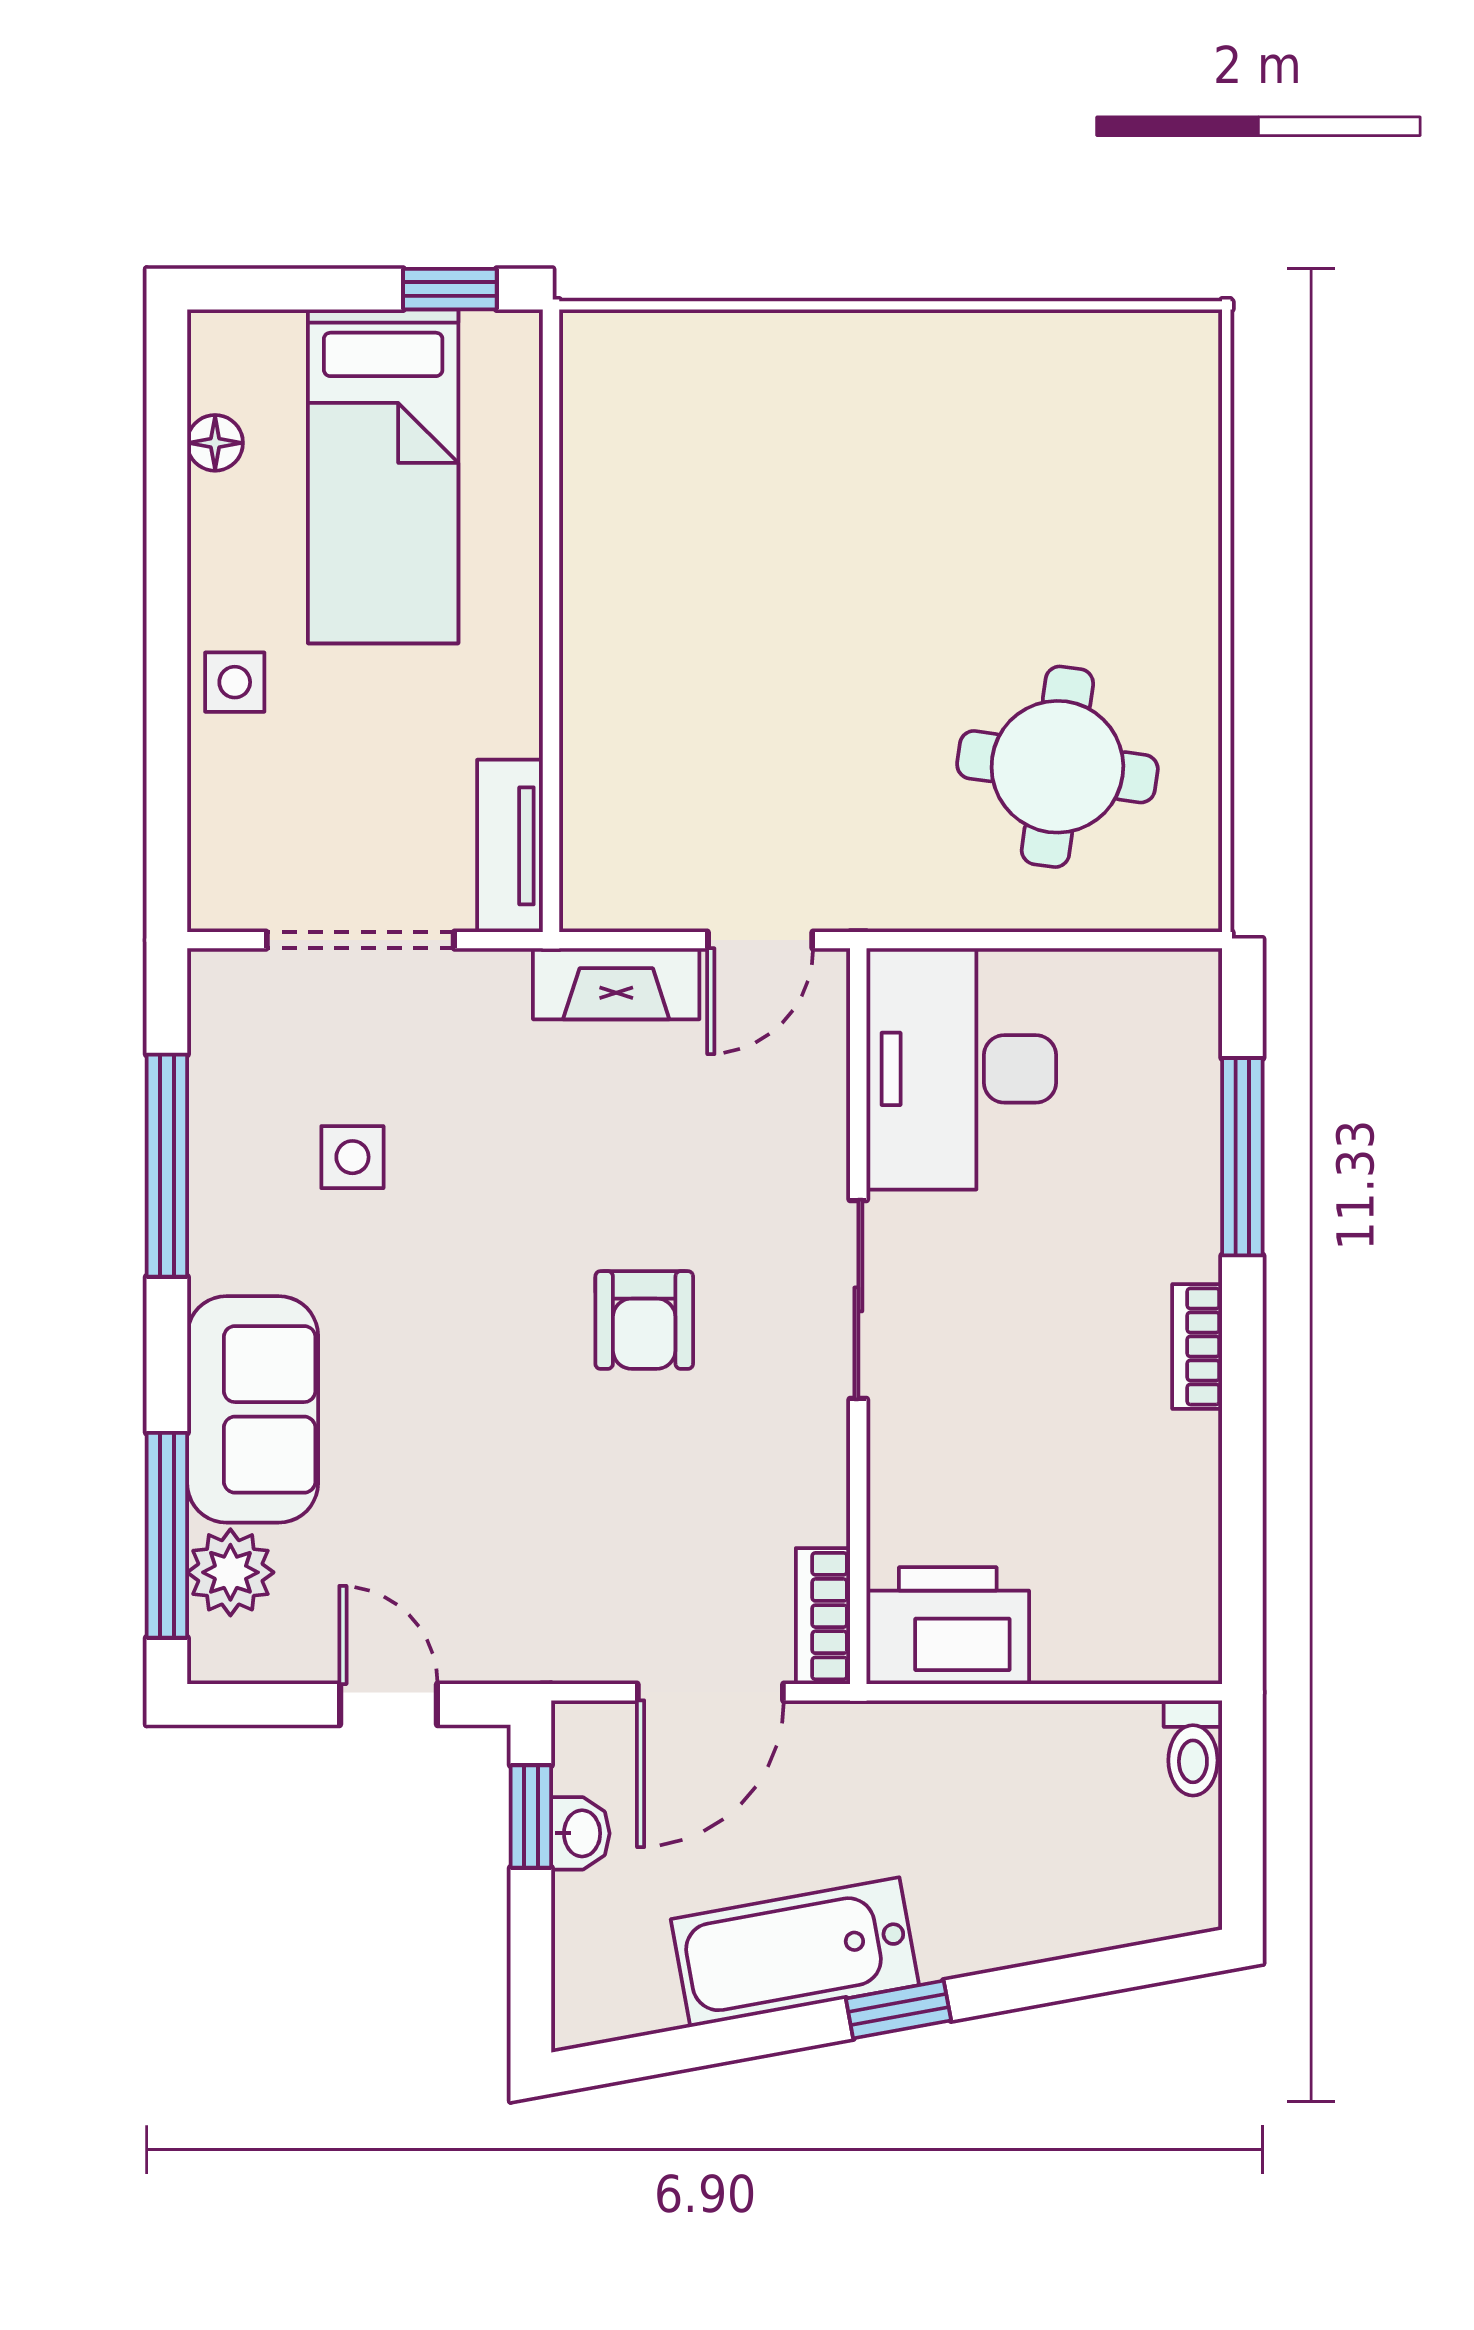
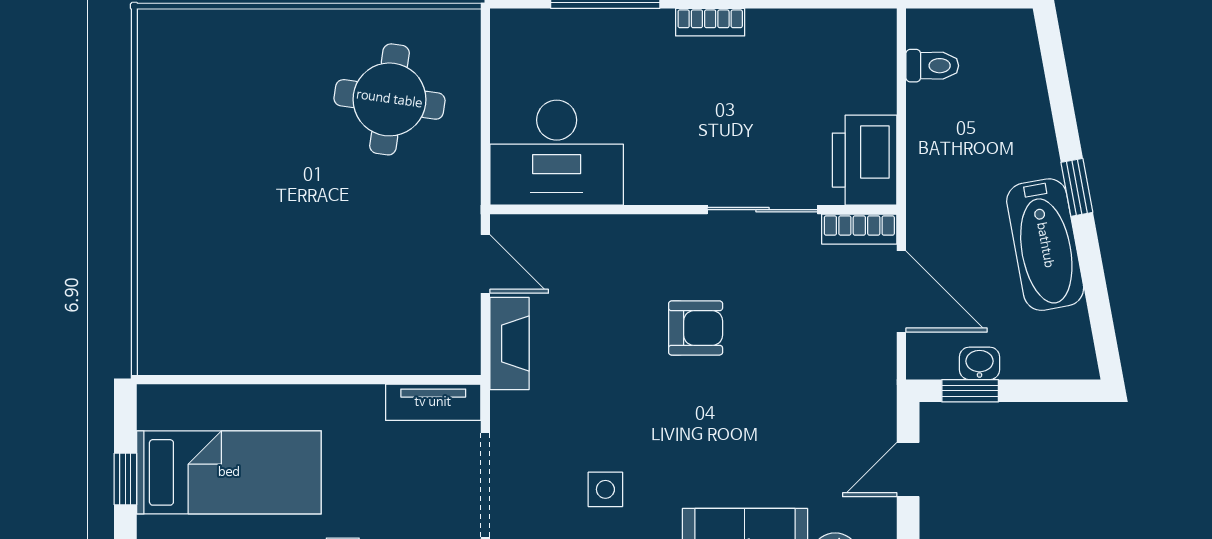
window: (450, 289) -> (125, 479), moved
sliding door: (858, 1299) -> (762, 210), moved
toilet: (1193, 1748) -> (932, 66), moved

